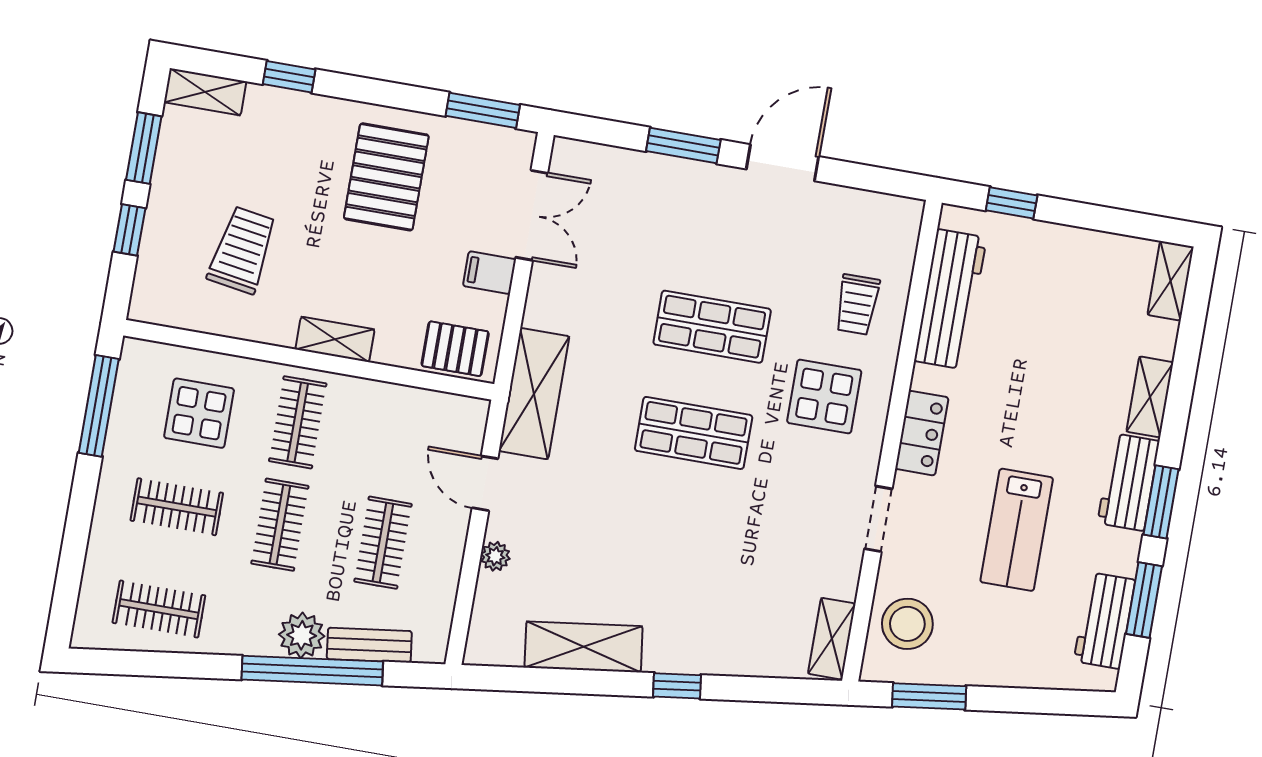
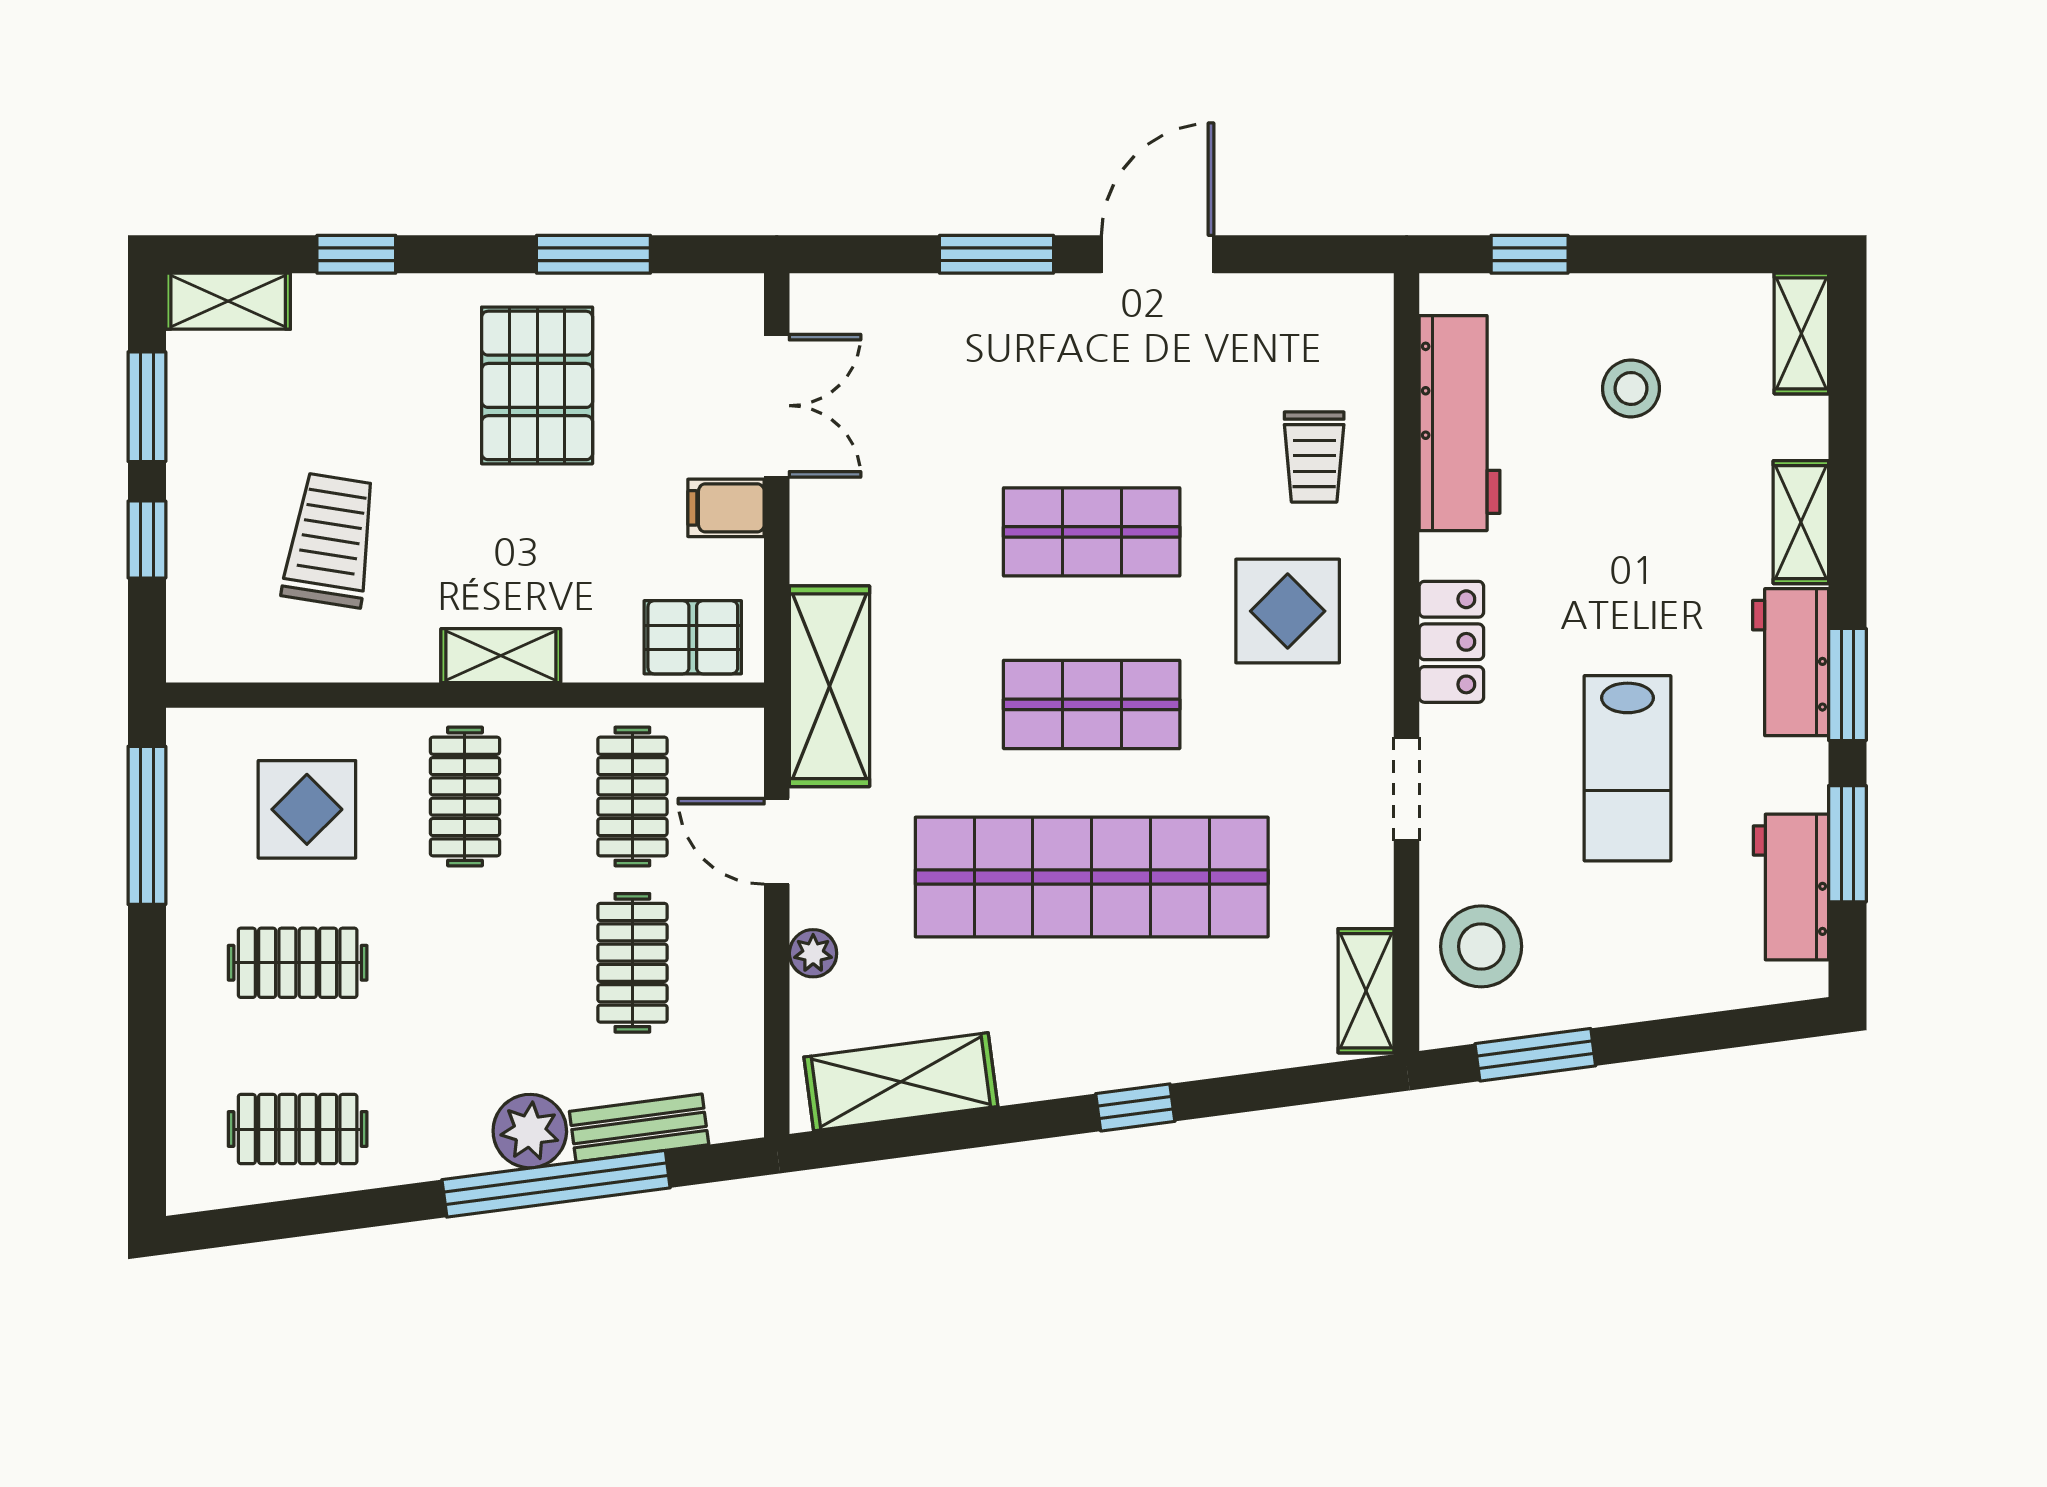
window: (483, 110) -> (593, 254), moved
stool: (1060, 296) -> (1631, 388), added
clothes rail: (280, 525) -> (632, 797), moved
shop shelf: (675, 539) -> (1092, 877), added
shelving: (584, 647) -> (901, 1082), moved

